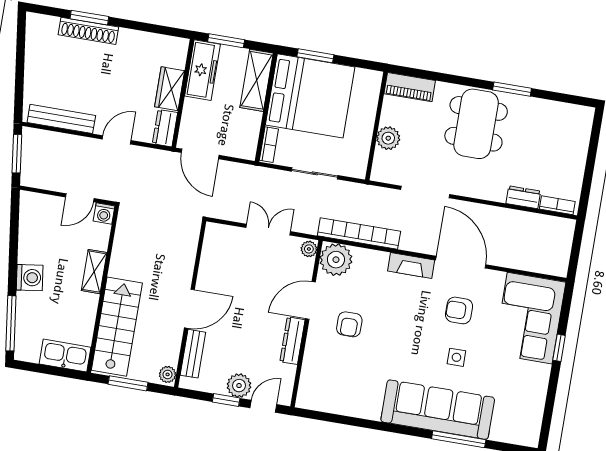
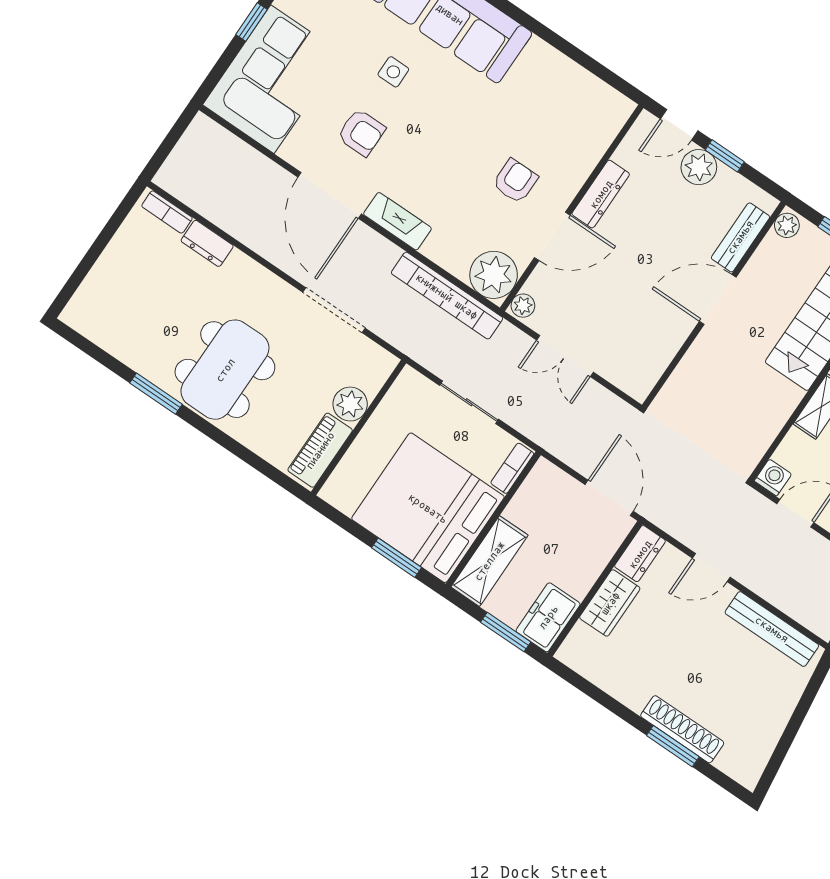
freezer: (203, 70) -> (548, 617), width x0.71
piano: (410, 87) -> (320, 450), moved, turned -90

